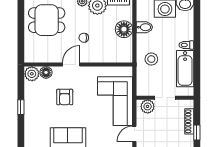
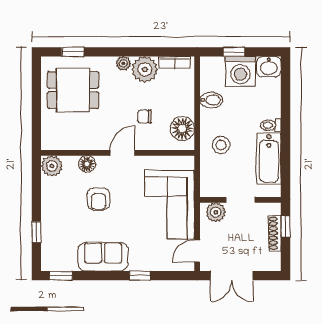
floor lamp: (124, 29) -> (182, 129), moved
chair: (84, 38) -> (144, 117), moved
door: (71, 65) -> (123, 153), moved
floor lamp: (46, 72) -> (87, 164), moved
window: (21, 107) -> (36, 232), moved
window: (197, 132) -> (286, 226), moved

